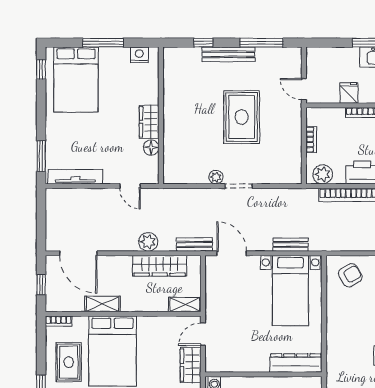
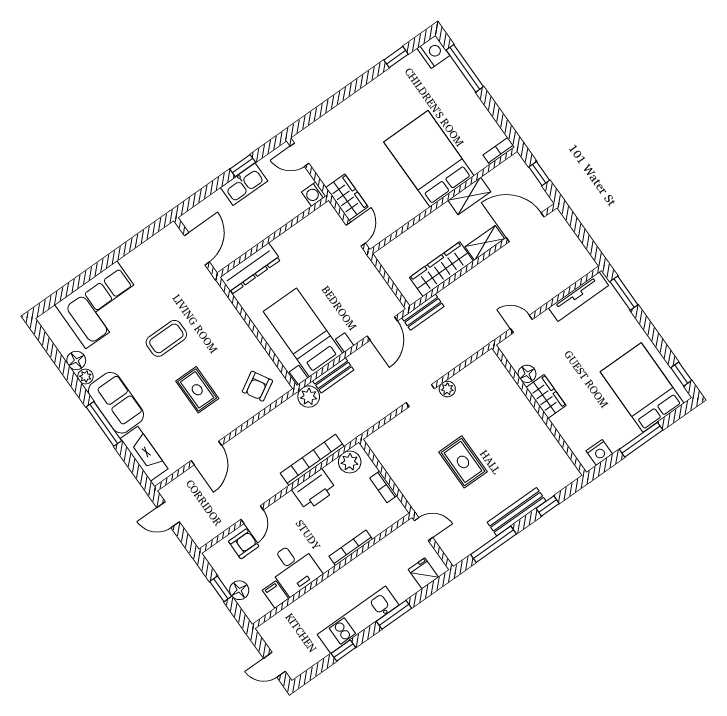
fridge: (349, 93) -> (423, 573), moved, turned 180
rug: (242, 117) -> (463, 462), width x0.73, depth x0.70
plant: (148, 242) -> (309, 397), moved
door: (232, 253) -> (382, 328), hinge flipped
shelving: (185, 305) -> (485, 243), moved
rug: (69, 362) -> (462, 119), removed

